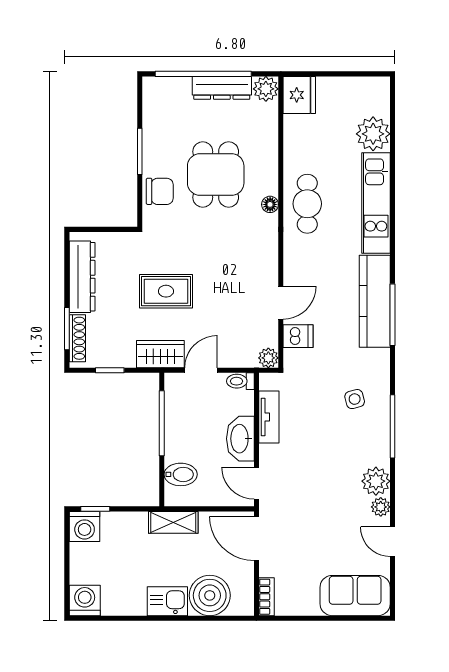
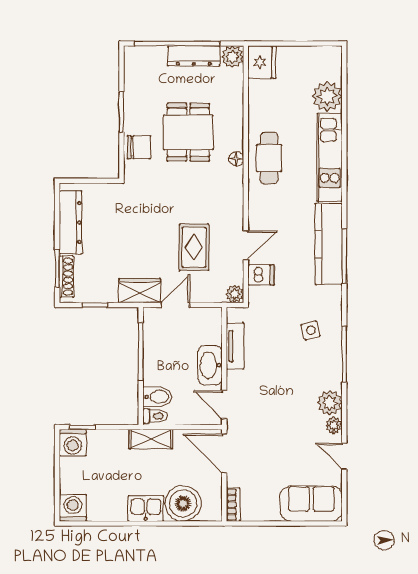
rug: (166, 291) -> (194, 247), moved, turned 90
toilet: (240, 381) -> (155, 416), moved, turned 180

